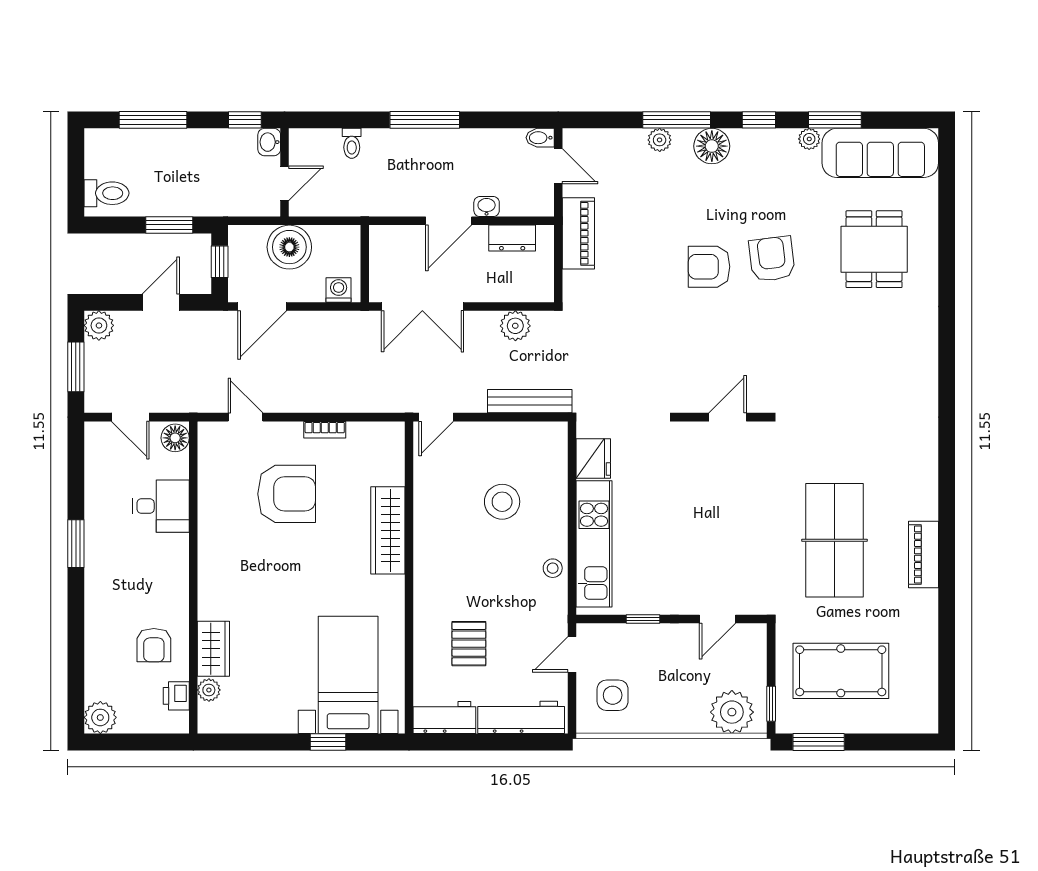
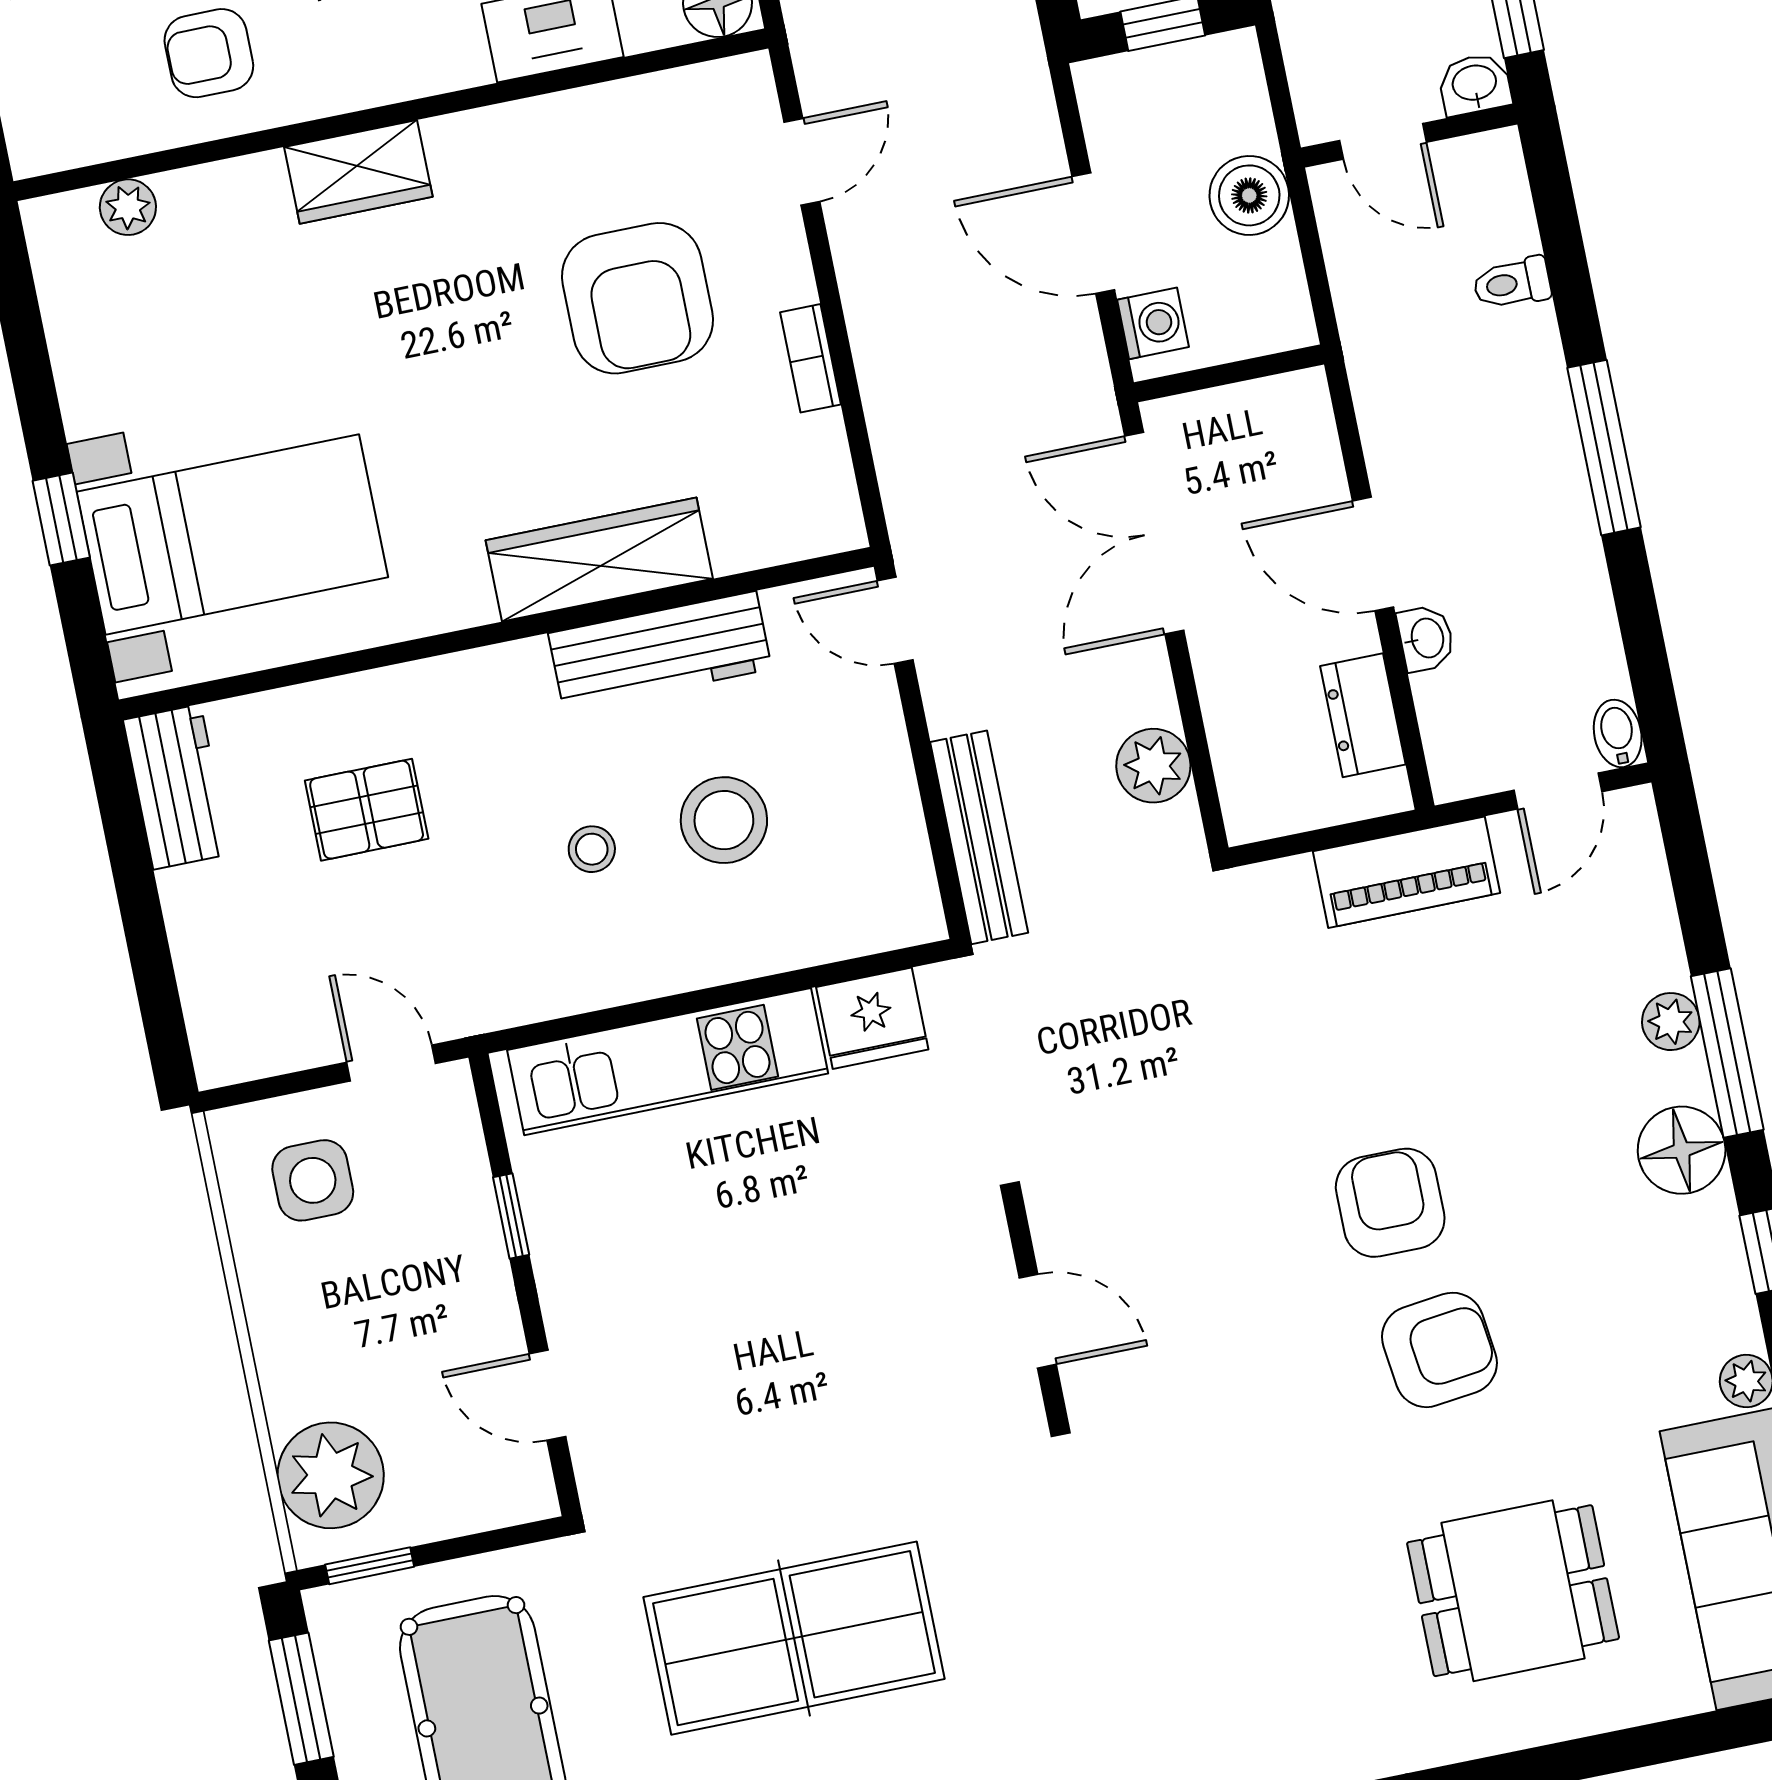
boiler: (289, 247) -> (1249, 195), width x0.73, depth x0.73
door: (262, 307) -> (1093, 233), moved
stool: (553, 568) -> (592, 849), moved
wardrobe: (213, 649) -> (358, 172), moved
printer: (176, 696) -> (98, 132), removed
workbench: (521, 717) -> (660, 651), moved, turned 90

